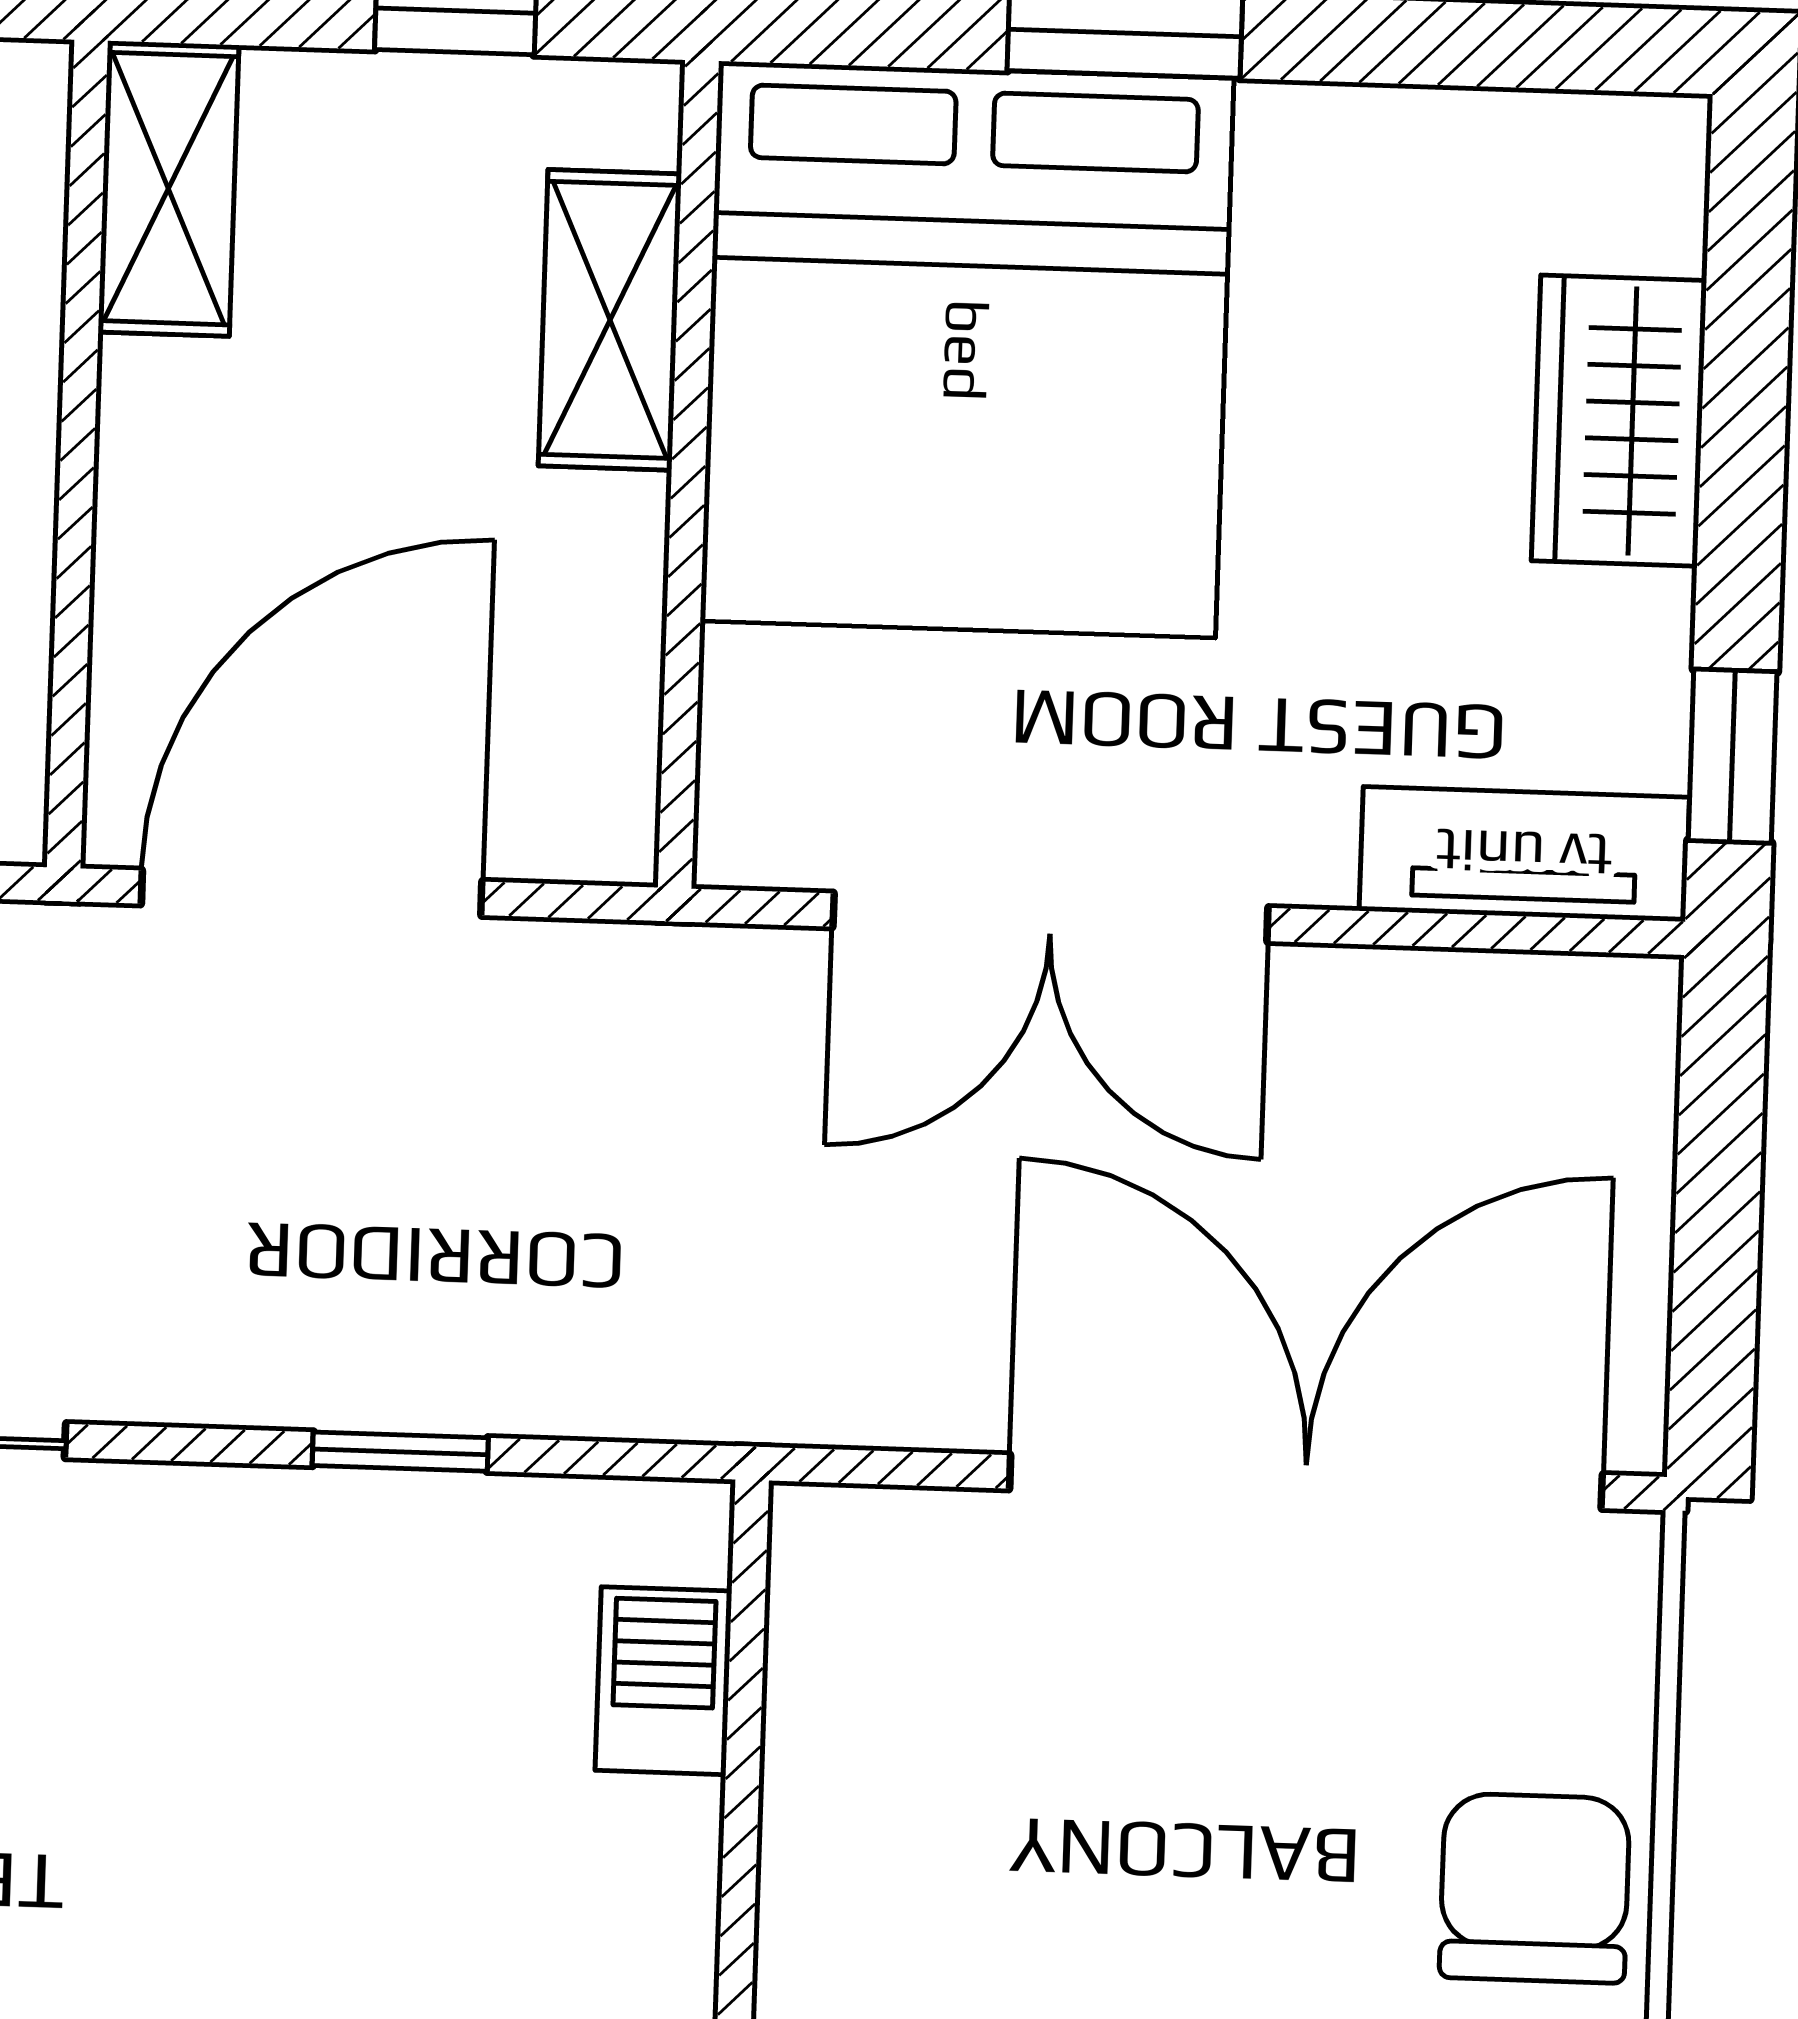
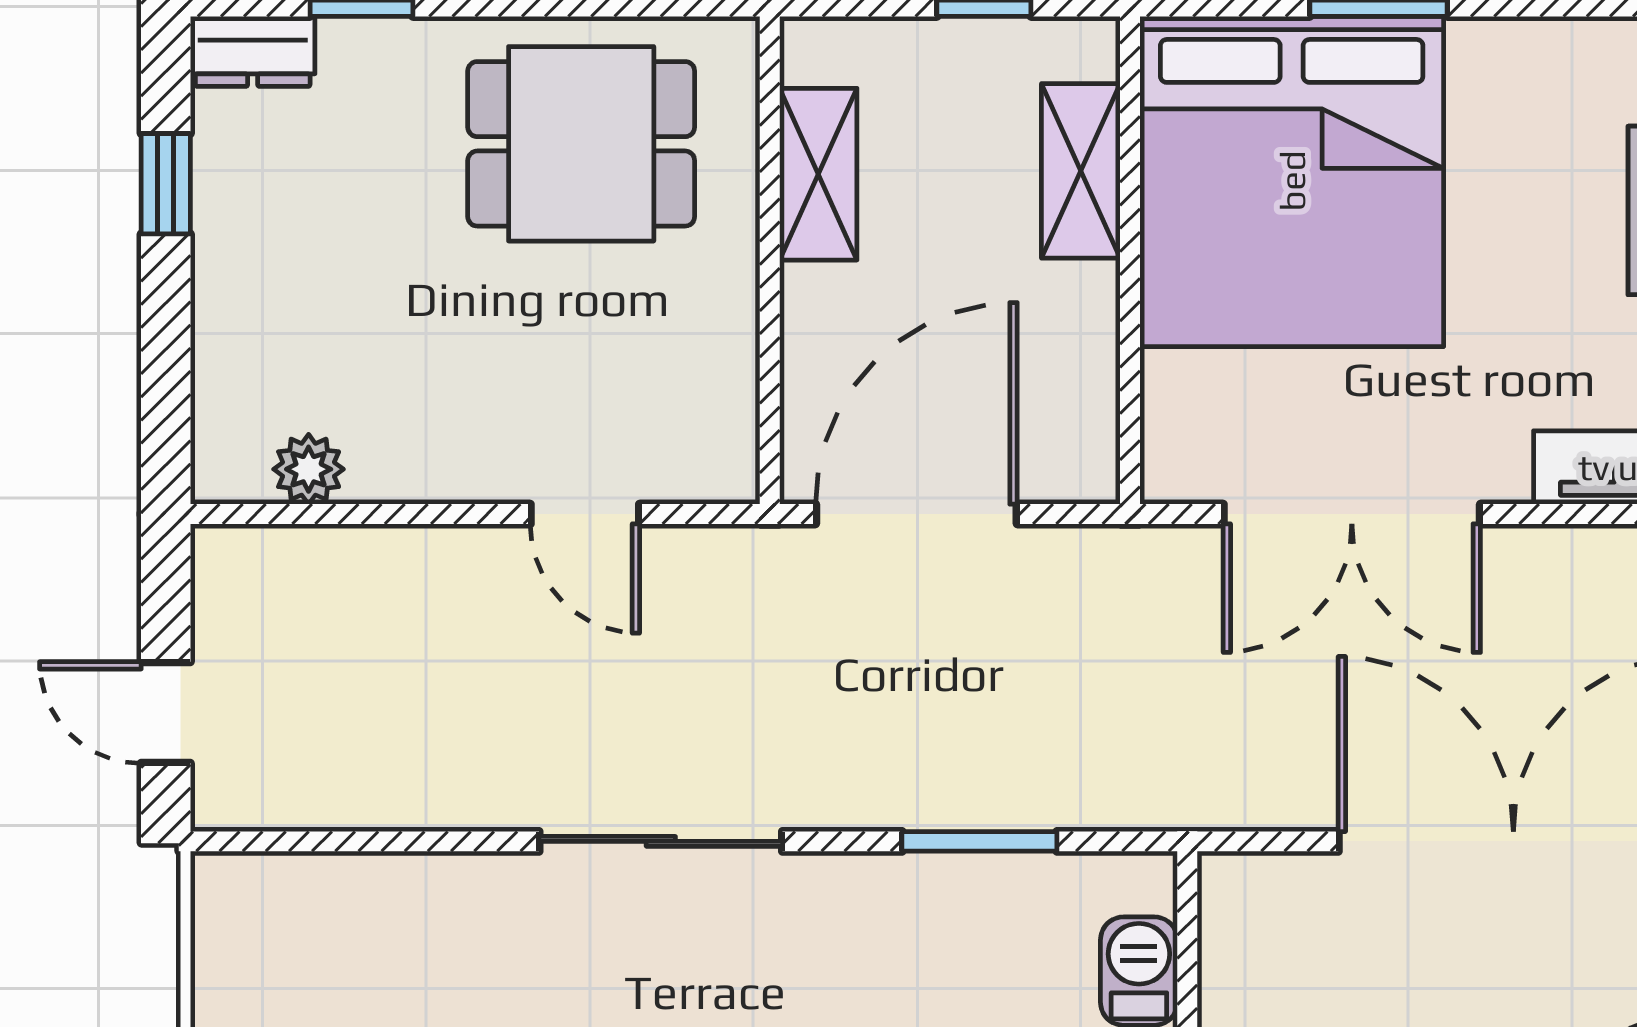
shelving: (168, 189) -> (818, 174), moved
window: (400, 1452) -> (979, 841), width x1.50

